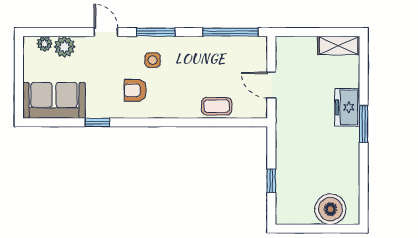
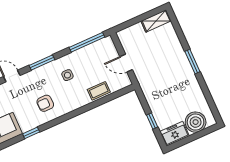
side table: (153, 60) -> (67, 75), moved
freezer: (347, 107) -> (175, 134), moved, turned 90

